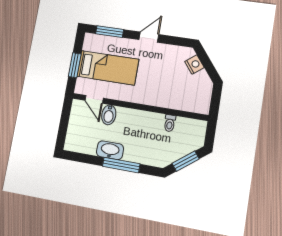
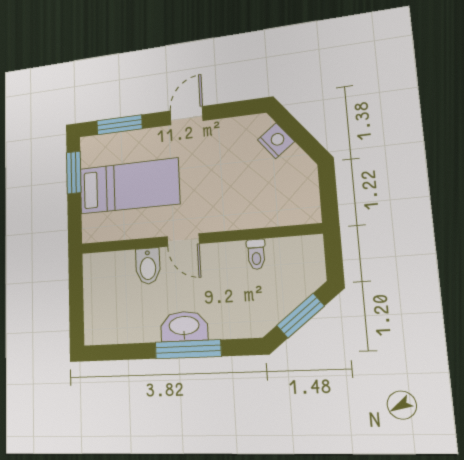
window: (75, 65) -> (74, 173), moved
door: (94, 99) -> (183, 240), moved
washbasin: (110, 150) -> (184, 326), moved

